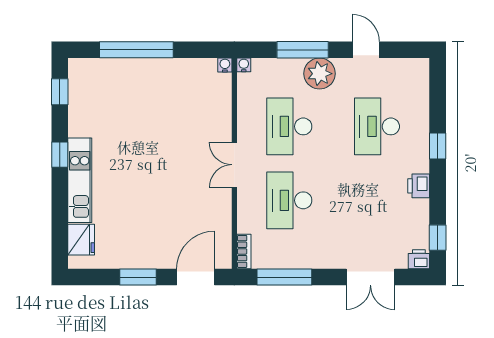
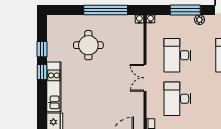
window: (136, 50) -> (106, 10), moved
plant: (320, 74) -> (200, 20), width x0.53, depth x0.53
window: (60, 92) -> (42, 49), moved
round table: (138, 109) -> (88, 45), added

